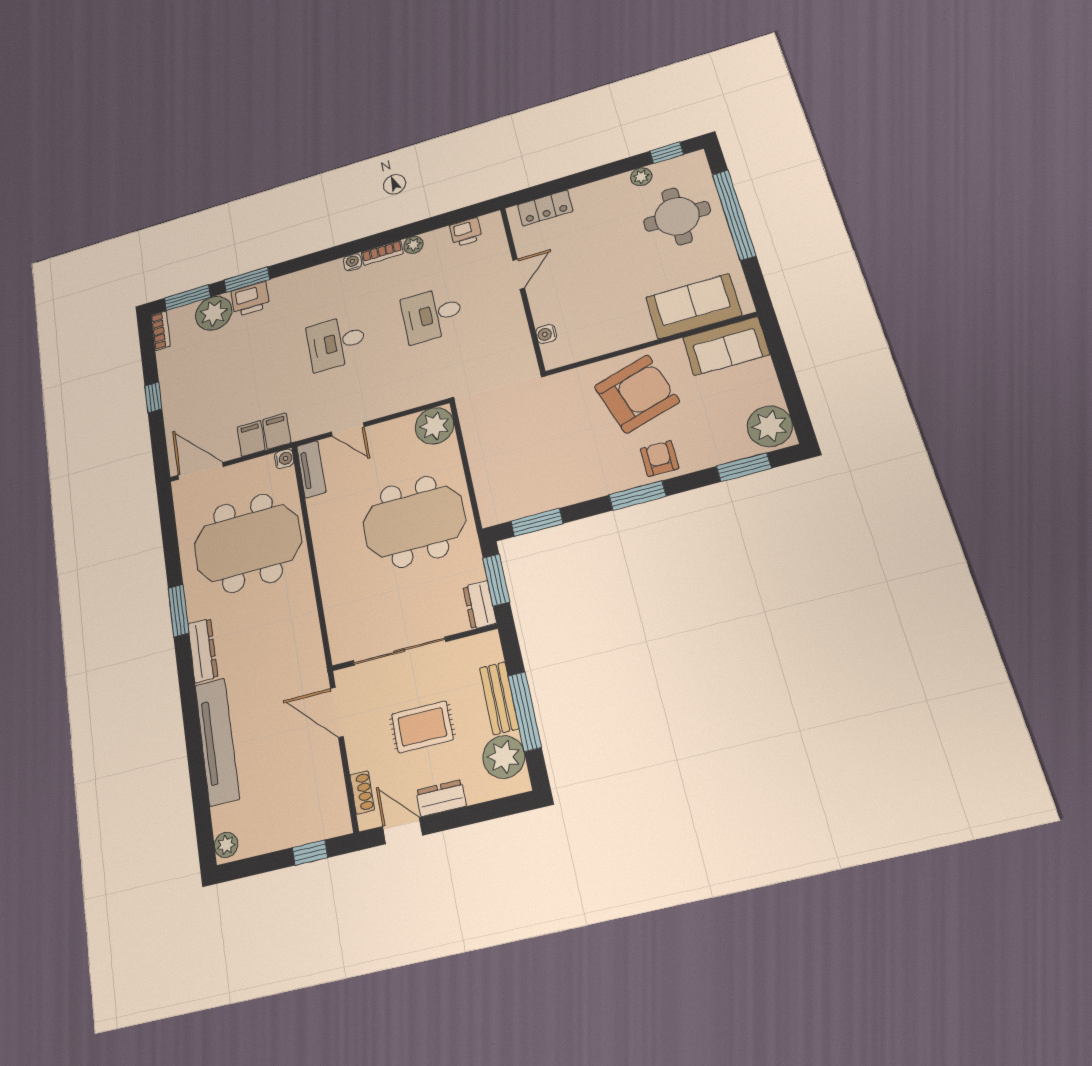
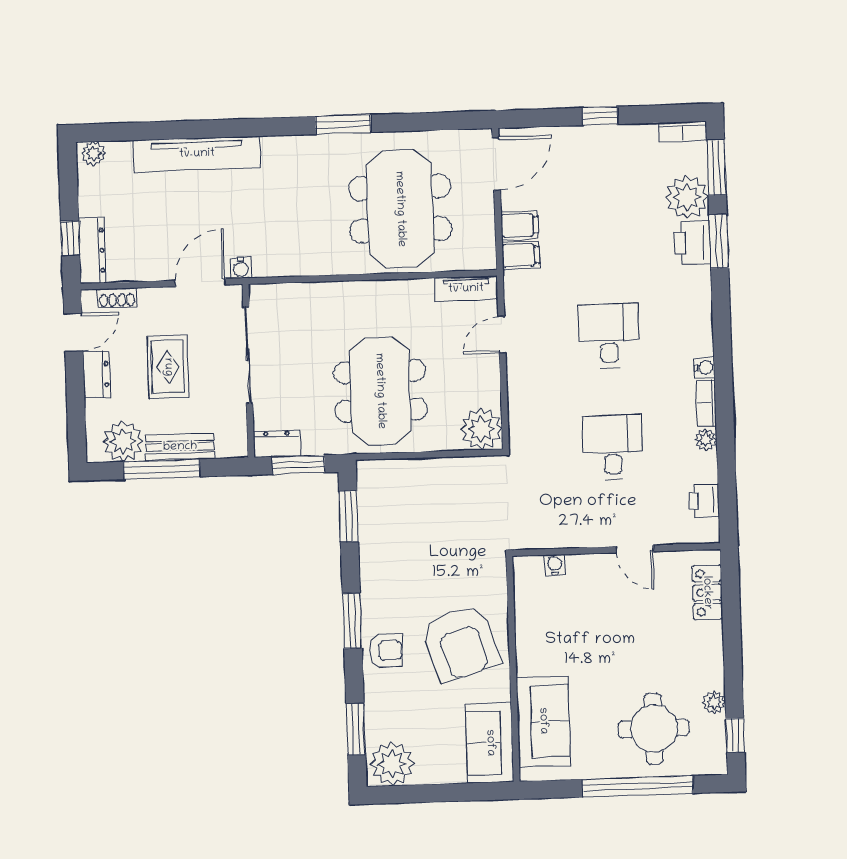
water cooler: (284, 459) -> (241, 268), moved
dresser: (203, 650) -> (92, 251), moved, turned -90

